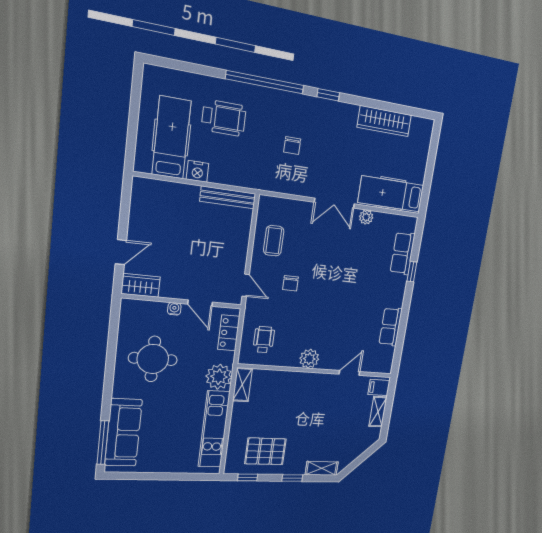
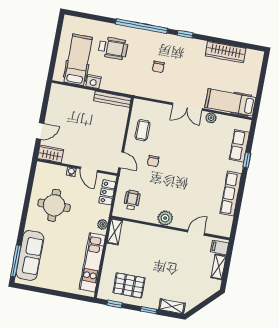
row of seats: (391, 327) -> (231, 194), width x1.48
plant: (219, 377) -> (103, 224), width x0.53, depth x0.53

